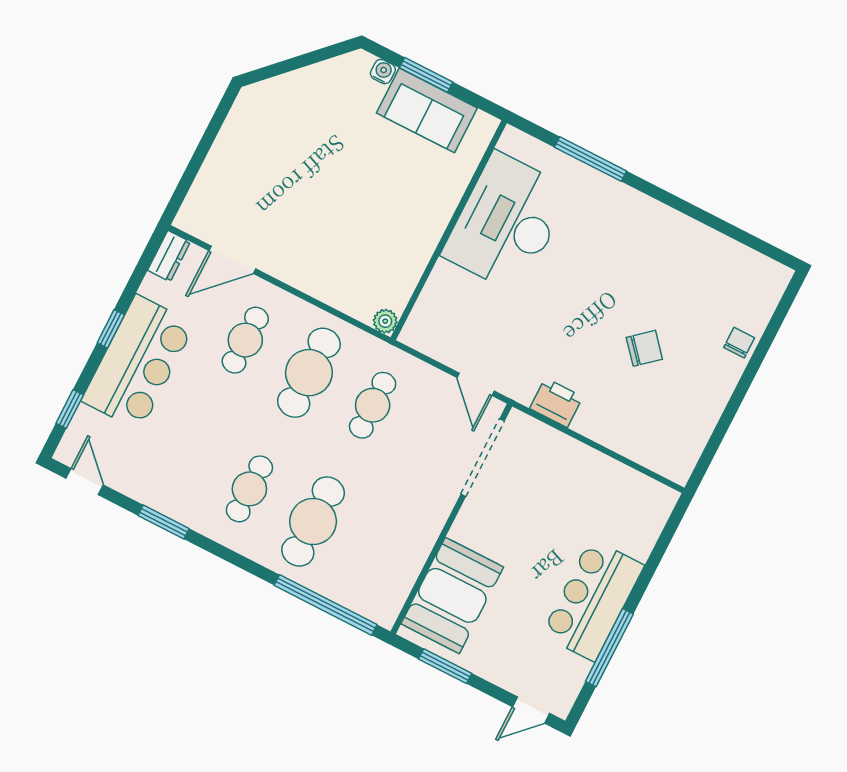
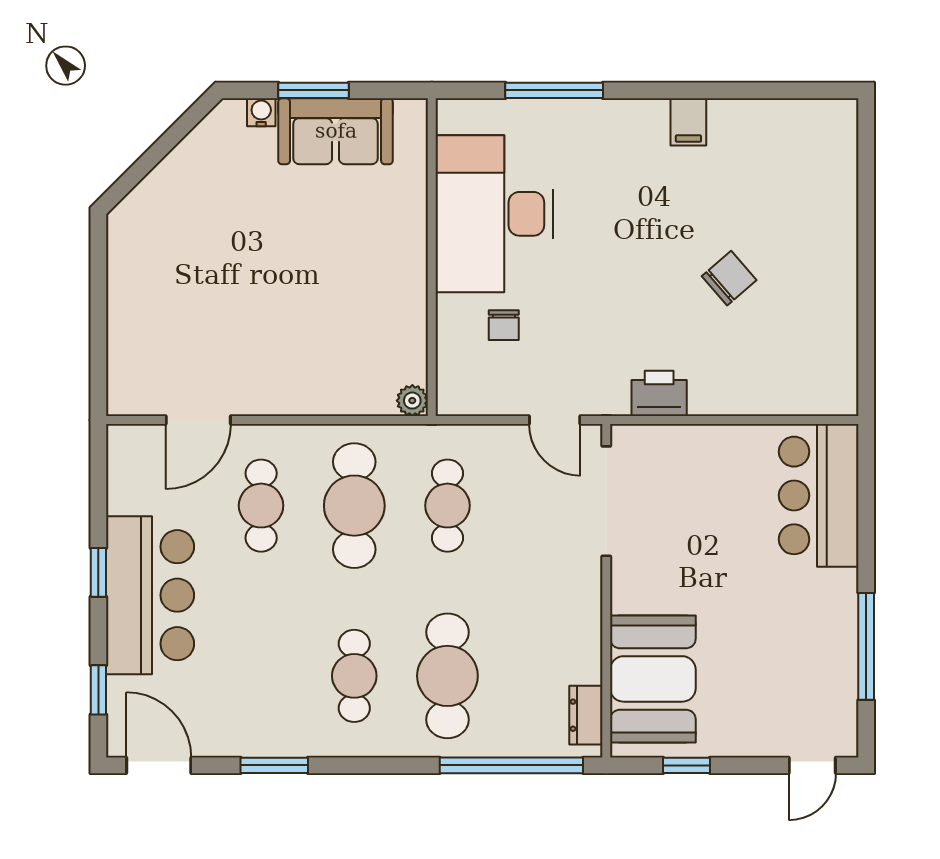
filing cabinet: (671, 227) -> (688, 122), added
dresser: (169, 256) -> (586, 715), moved, turned 180
chair: (739, 343) -> (504, 325), moved, turned 180
door: (85, 482) -> (159, 765), width x1.38
bar counter: (593, 600) -> (819, 495), moved
window: (445, 666) -> (687, 765), width x0.67

